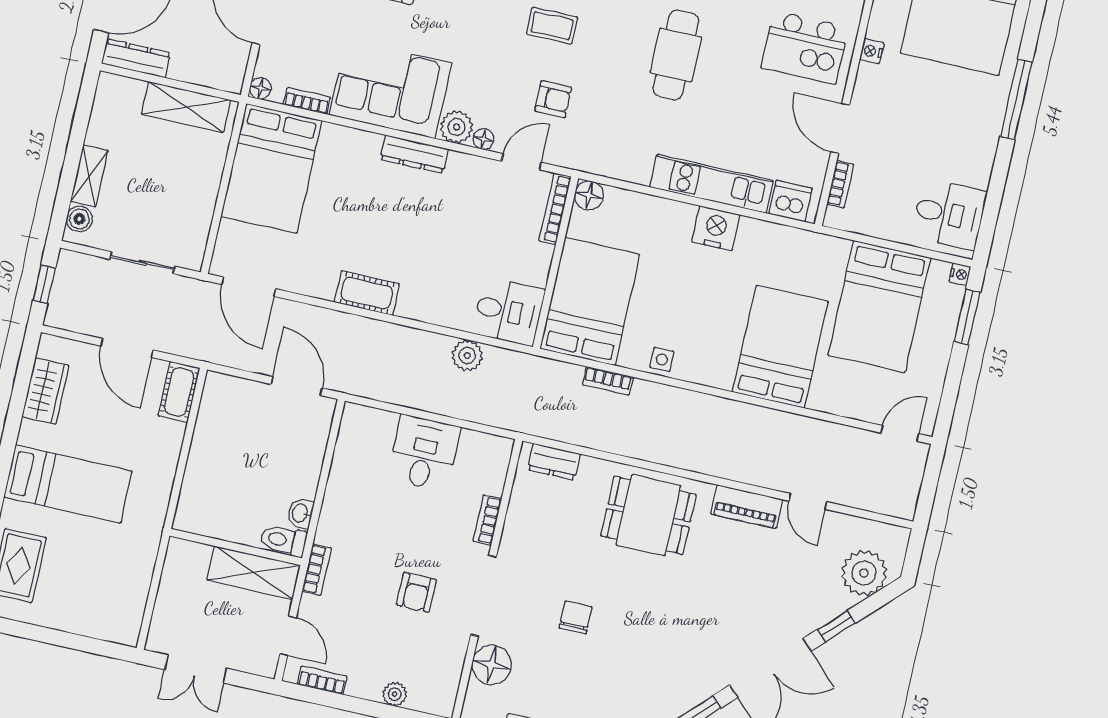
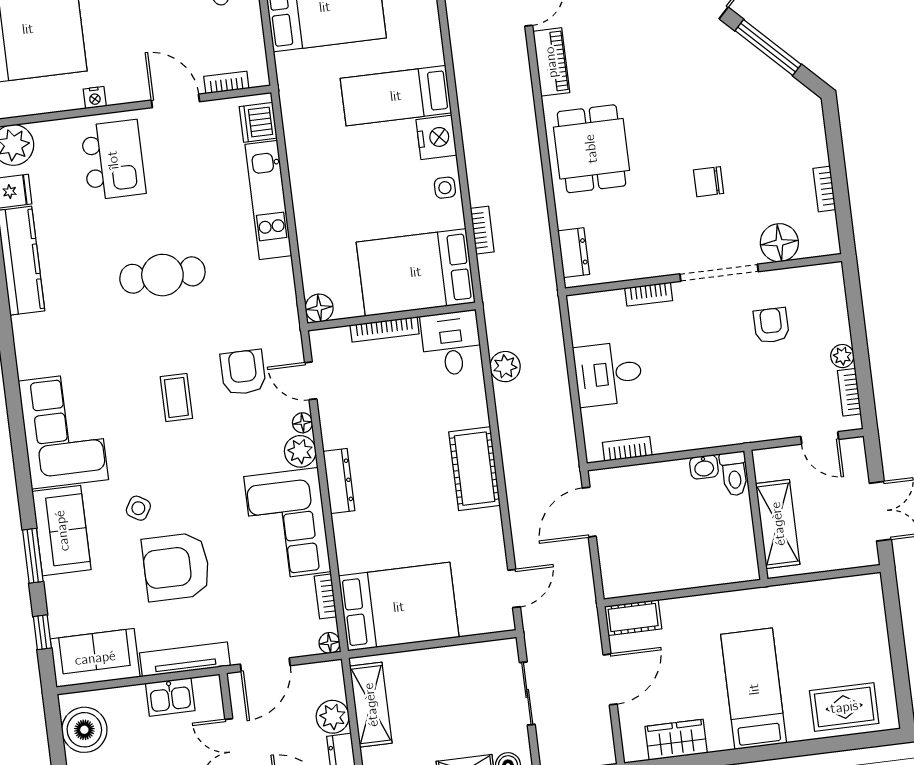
plant: (188, 66) -> (333, 717), added
armchair: (553, 99) -> (243, 372), width x1.38, depth x1.38
door: (840, 128) -> (175, 101), swing flipped
bookcase: (555, 209) -> (385, 329), moved
nightstand: (716, 228) -> (436, 137), moved, turned 180
door: (249, 287) -> (514, 588), width x0.73
cot: (367, 293) -> (475, 469), width x1.37, depth x1.34
bed: (780, 347) -> (396, 96), width x0.67
bookcase: (317, 570) -> (627, 449), moved
shelving: (254, 573) -> (778, 524), moved
armchair: (416, 592) -> (771, 325), moved, turned -90
door: (288, 636) -> (820, 438), swing flipped
plant: (395, 694) -> (842, 356), moved

